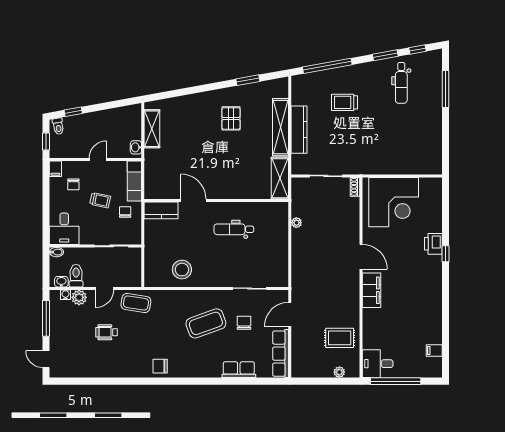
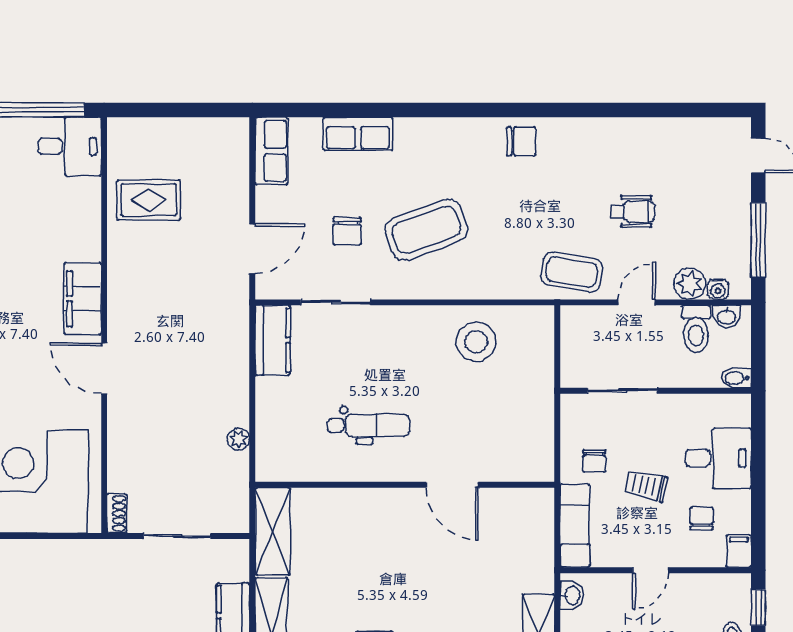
kitchen counter: (161, 210) -> (273, 340), moved, turned 90
desk: (64, 229) -> (718, 458), moved, turned 90
row of seats: (281, 354) -> (271, 151), width x0.68
plant: (339, 372) -> (149, 129), removed

